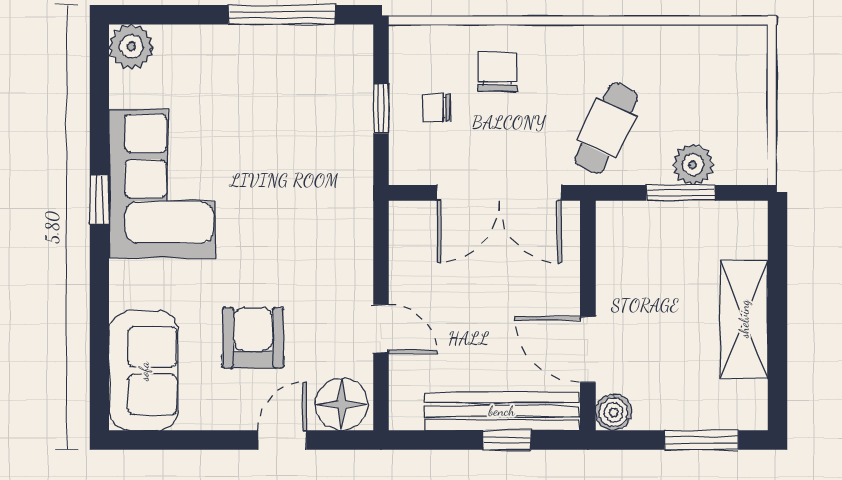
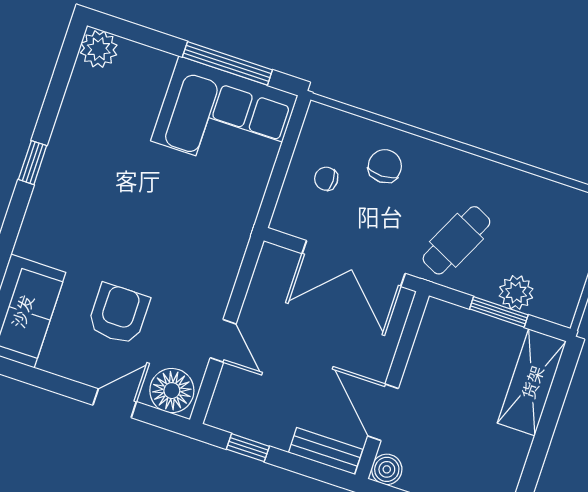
window: (381, 109) -> (282, 165), removed
corner sofa: (162, 184) -> (224, 118), moved, turned 90
shelving: (744, 319) -> (532, 382), moved
bench: (502, 411) -> (326, 451), width x0.54, depth x0.82
window: (507, 440) -> (248, 448), moved

